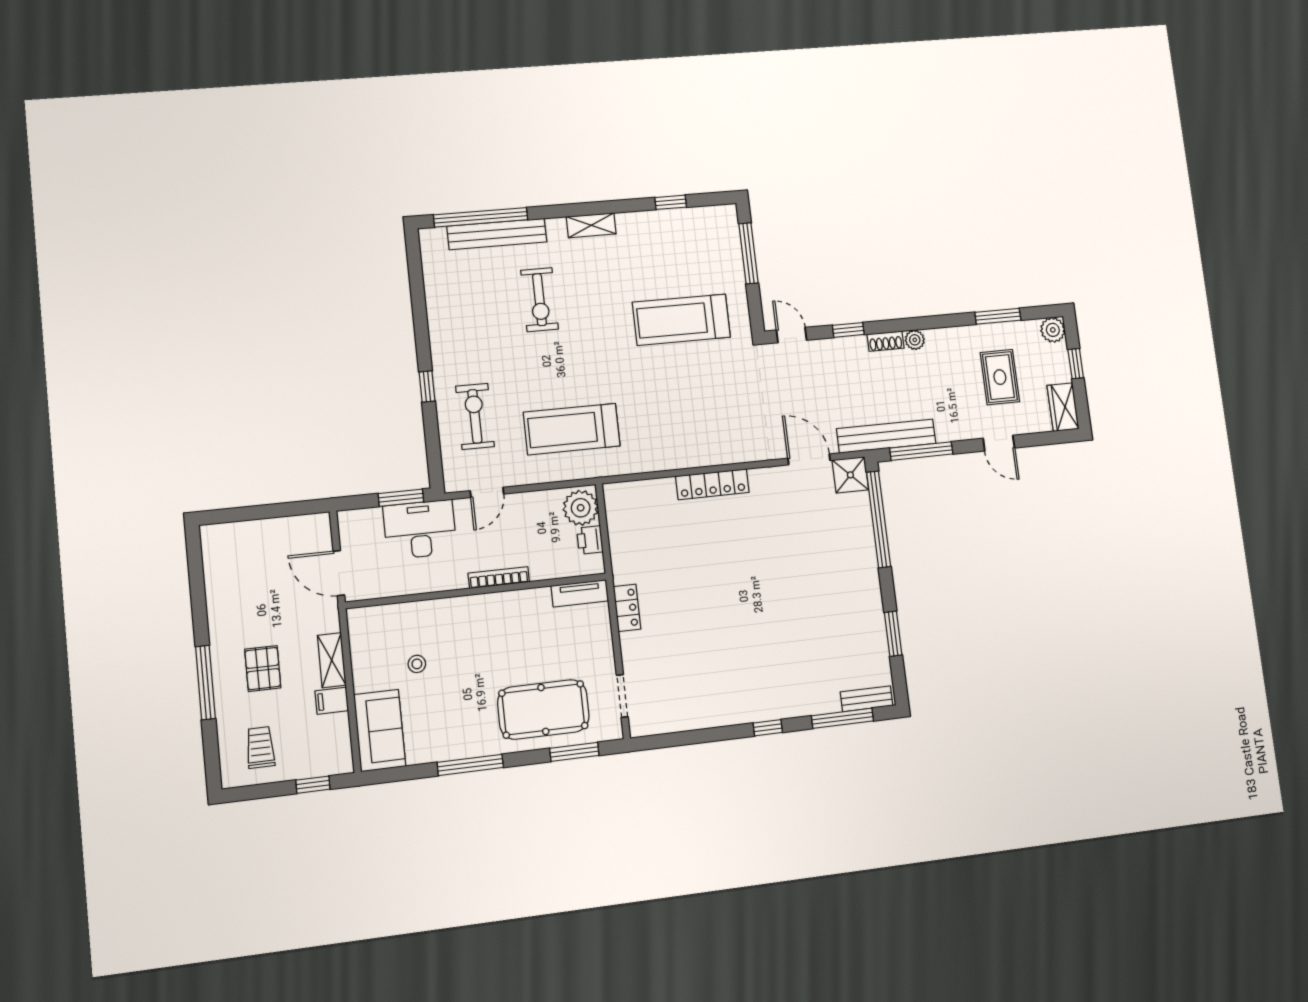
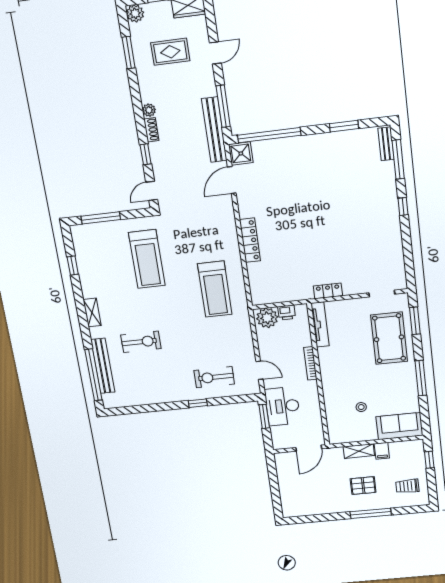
treadmill: (572, 429) -> (215, 289), moved
tv unit: (580, 593) -> (320, 324), width x1.41

